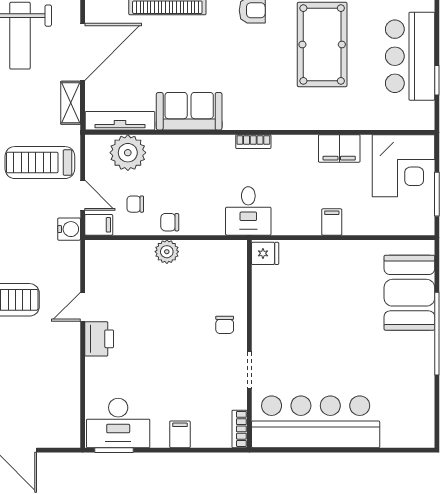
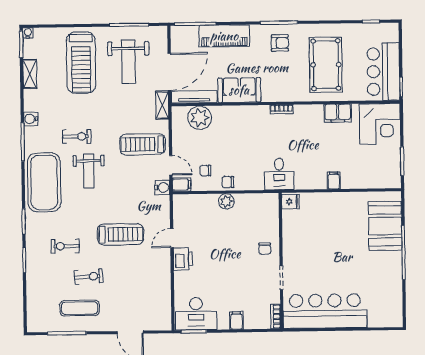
sofa: (189, 111) -> (239, 90), moved
tv unit: (120, 121) -> (194, 97), moved
wall: (260, 132) -> (286, 103), moved
bookcase: (253, 142) -> (281, 109), moved
filing cabinet: (339, 148) -> (338, 113), moved
plant: (128, 153) -> (200, 118), moved
corner desk: (404, 166) -> (380, 124), moved

